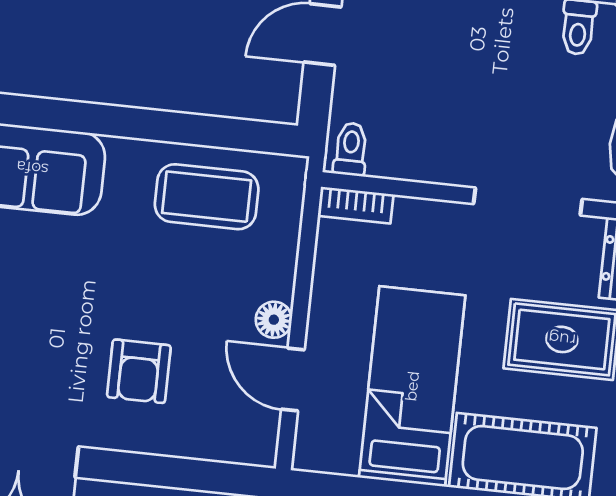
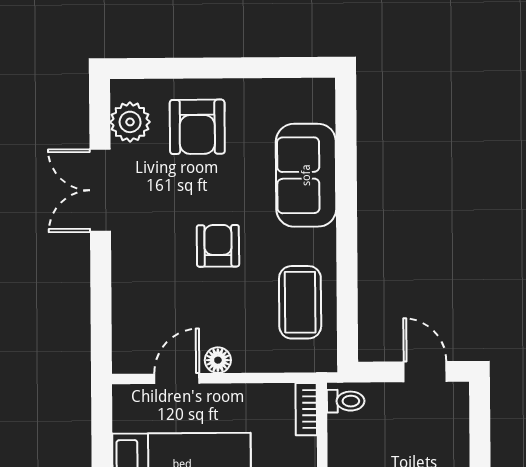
armchair: (139, 371) -> (218, 246), moved, turned 90

